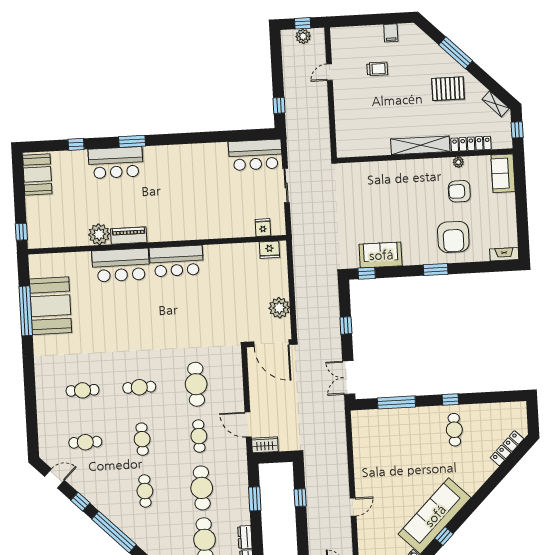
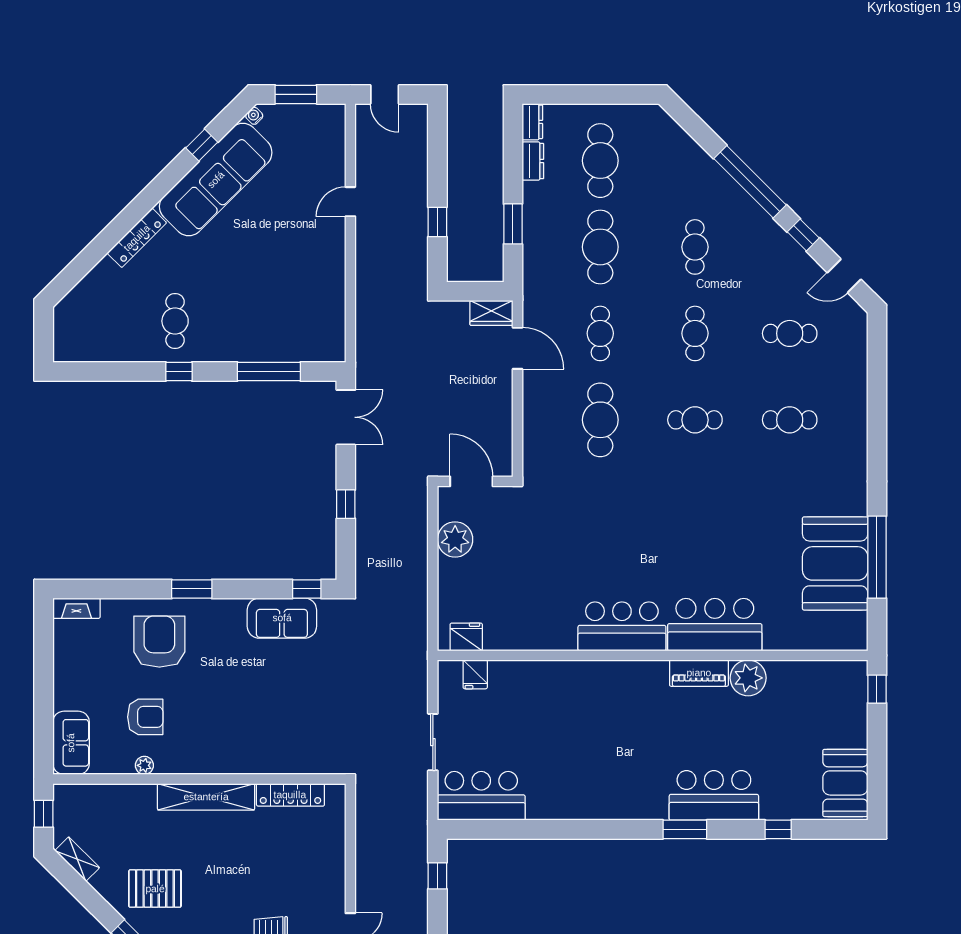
locker: (471, 144) -> (290, 795), moved
door: (271, 343) -> (471, 481), width x0.73
locker: (507, 448) -> (137, 238), moved

